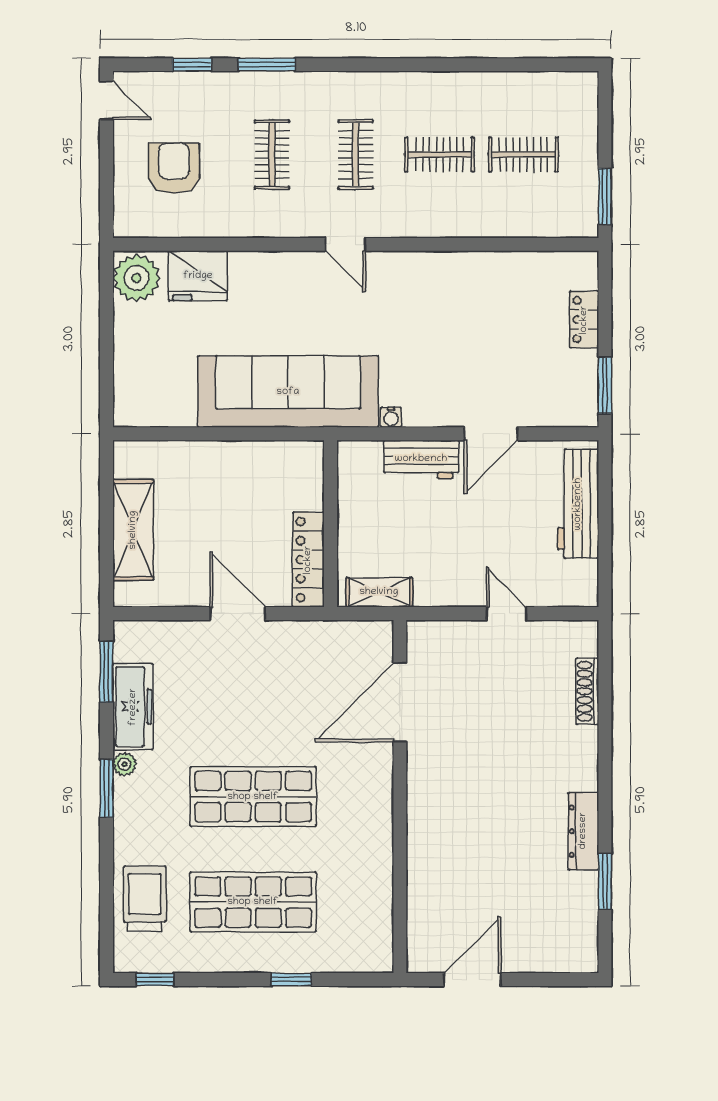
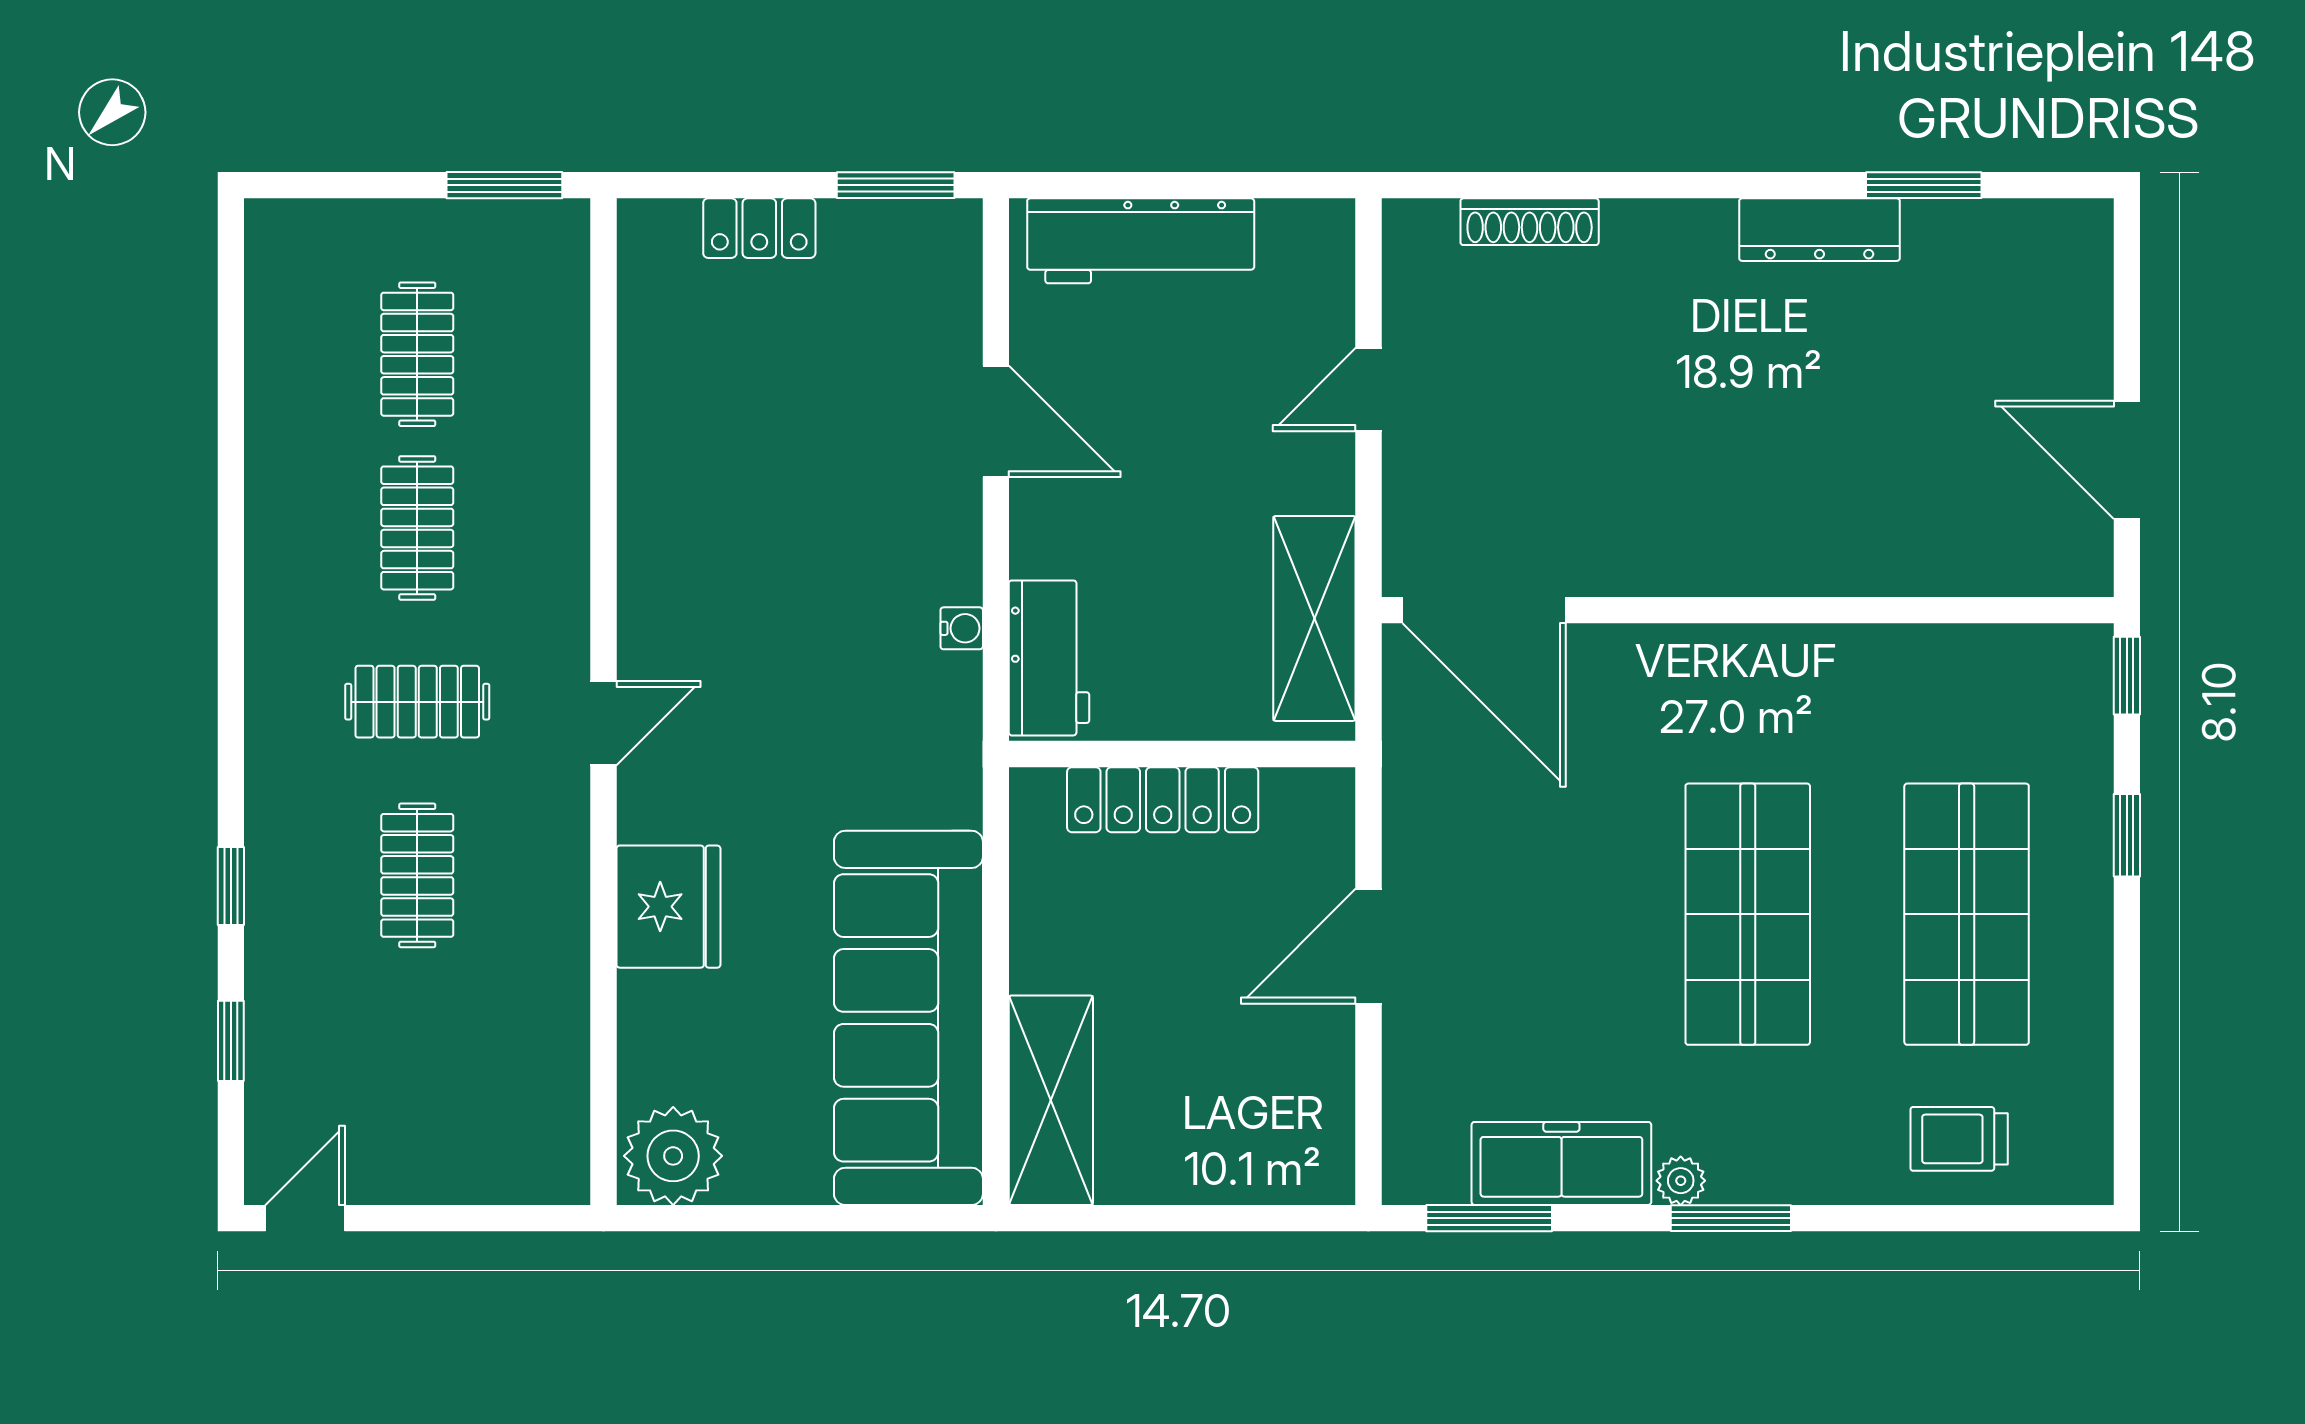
window: (267, 65) -> (231, 886), width x0.67
clothes rail: (272, 155) -> (417, 875), turned 90
armchair: (174, 168) -> (446, 1078), removed
fridge: (198, 276) -> (668, 907), moved
sofa: (288, 392) -> (908, 1018), moved
workbench: (421, 459) -> (1049, 658), moved
shelving: (133, 530) -> (1051, 1100), moved, turned 90
locker: (308, 560) -> (1163, 800), moved
shelving: (379, 592) -> (1314, 618), width x1.50, depth x1.33
door: (400, 702) -> (1484, 610), moved
trolley: (145, 899) -> (1959, 1139), width x0.73, depth x0.72
window: (155, 980) -> (2127, 676), moved

